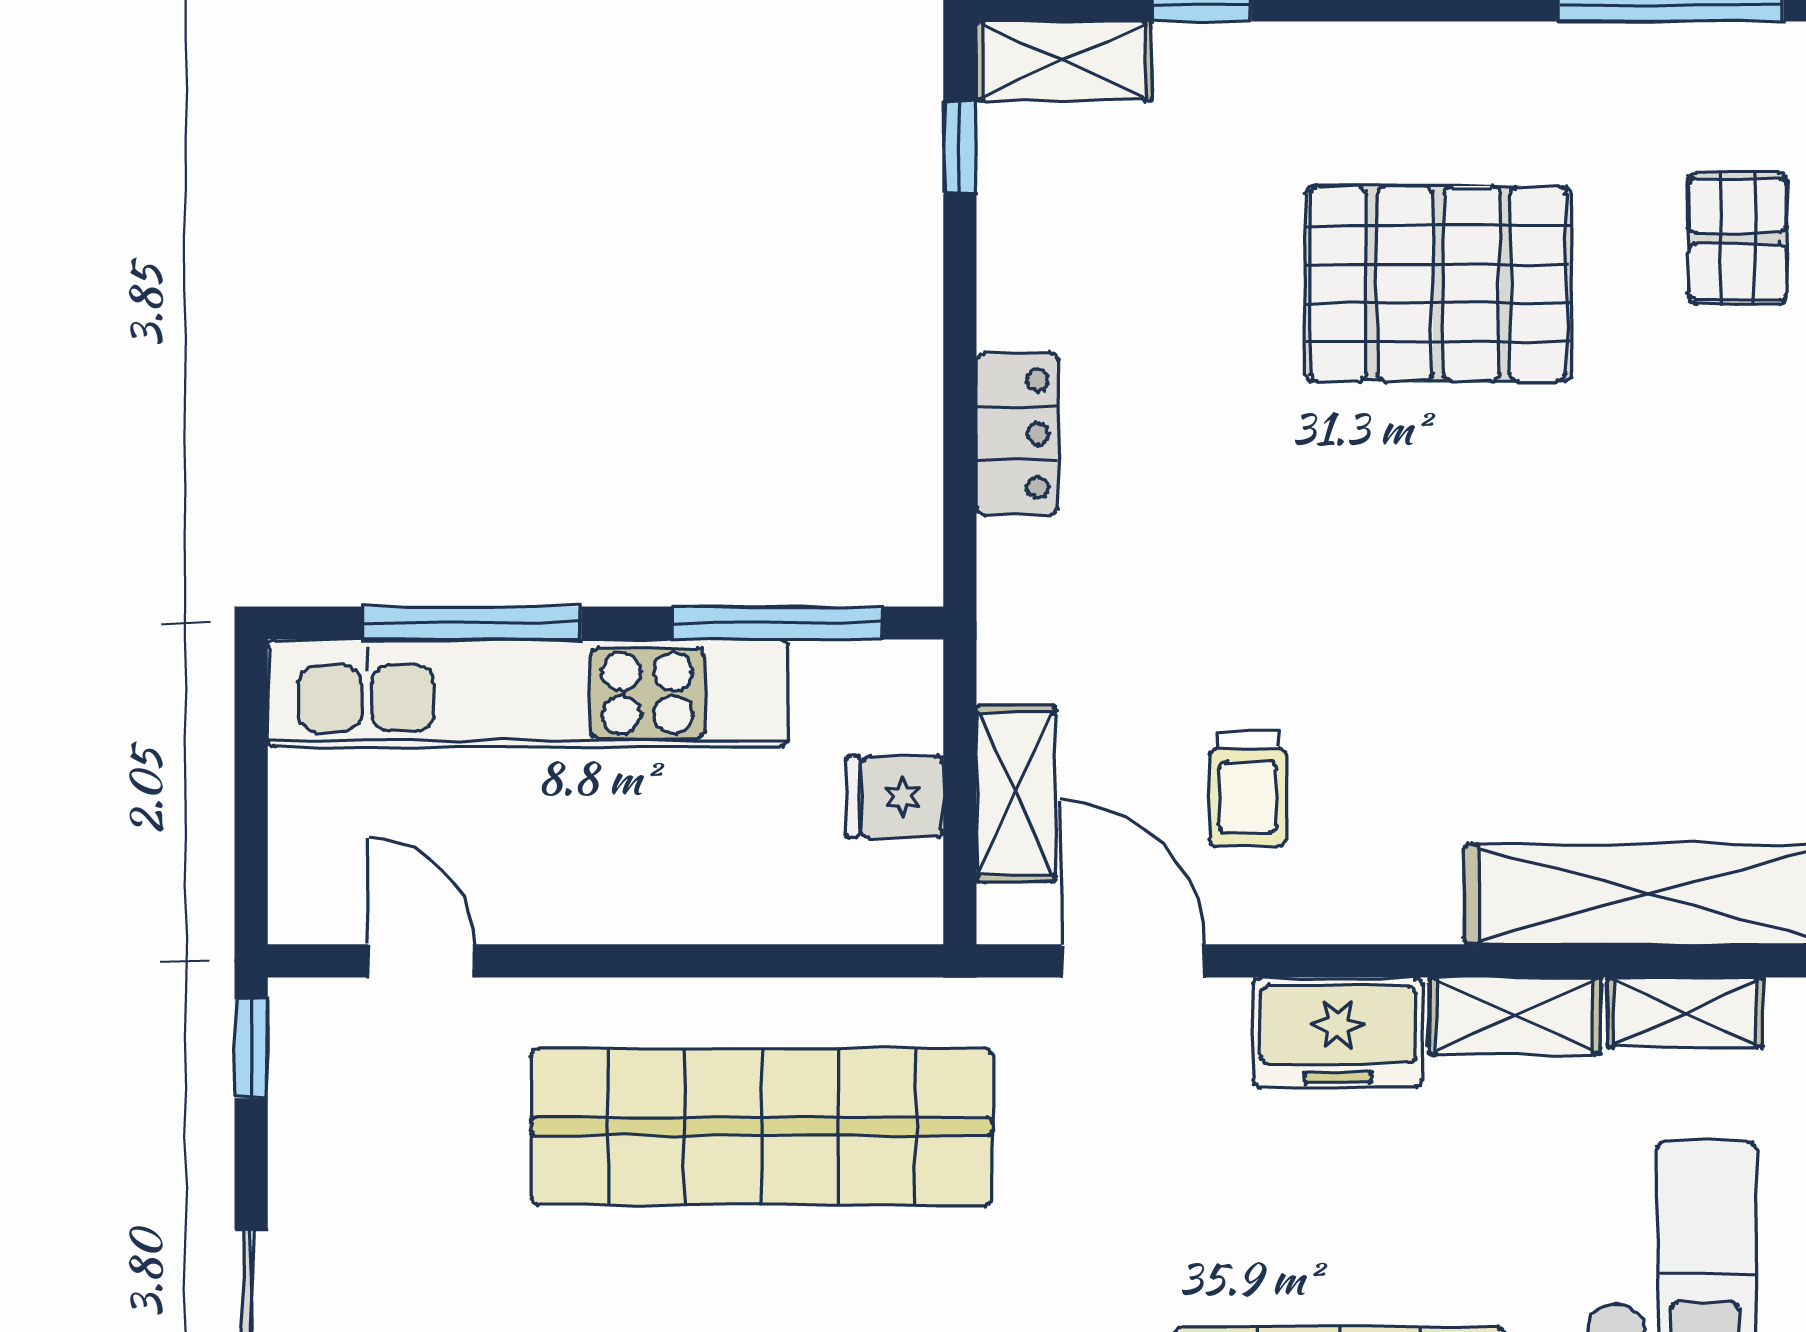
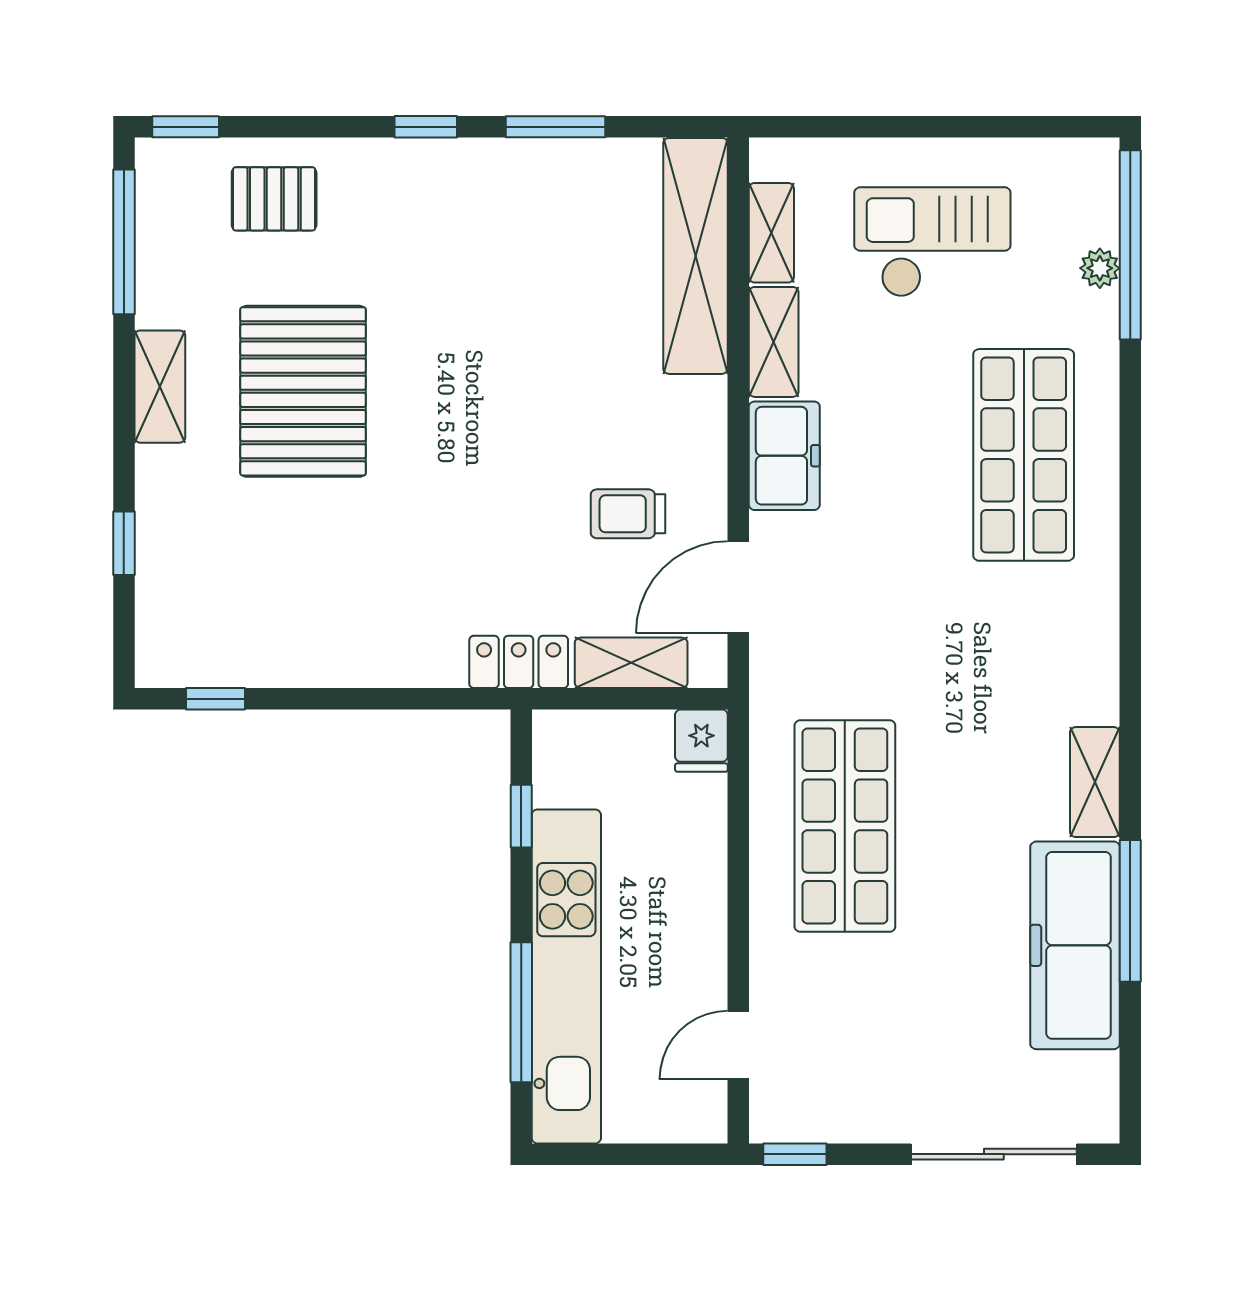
shelving: (1064, 61) -> (160, 387), moved
locker: (1017, 434) -> (519, 662), moved
window: (777, 623) -> (521, 816), width x0.46
trolley: (1248, 789) -> (628, 514), turned 180
fridge: (895, 797) -> (701, 741), moved
shop shelf: (762, 1127) -> (845, 826), width x0.71

